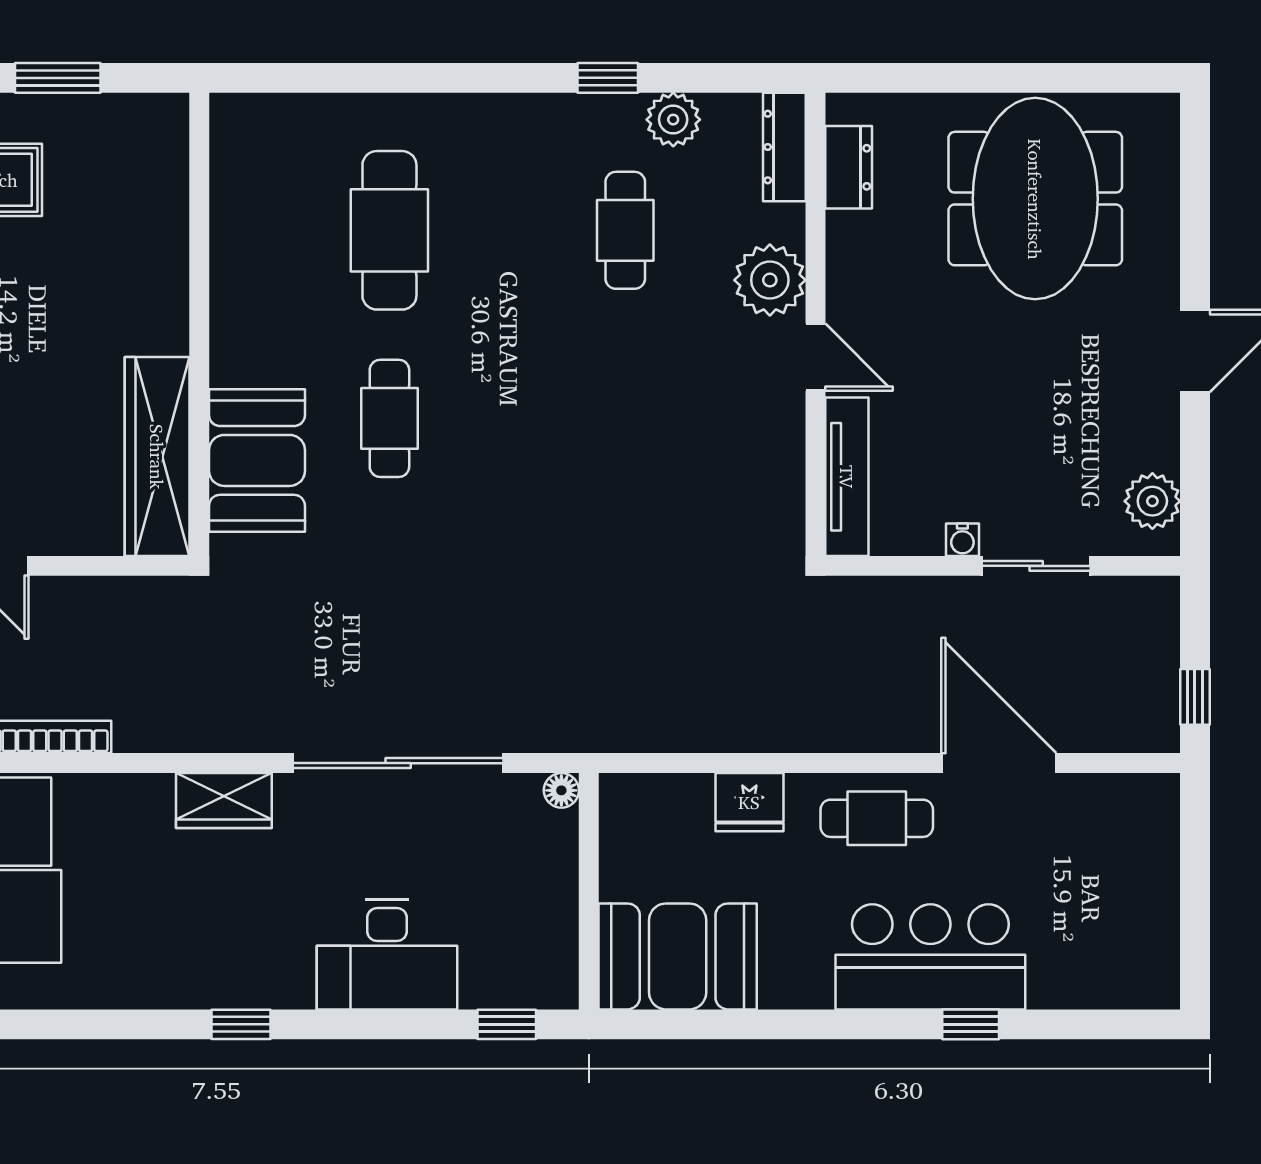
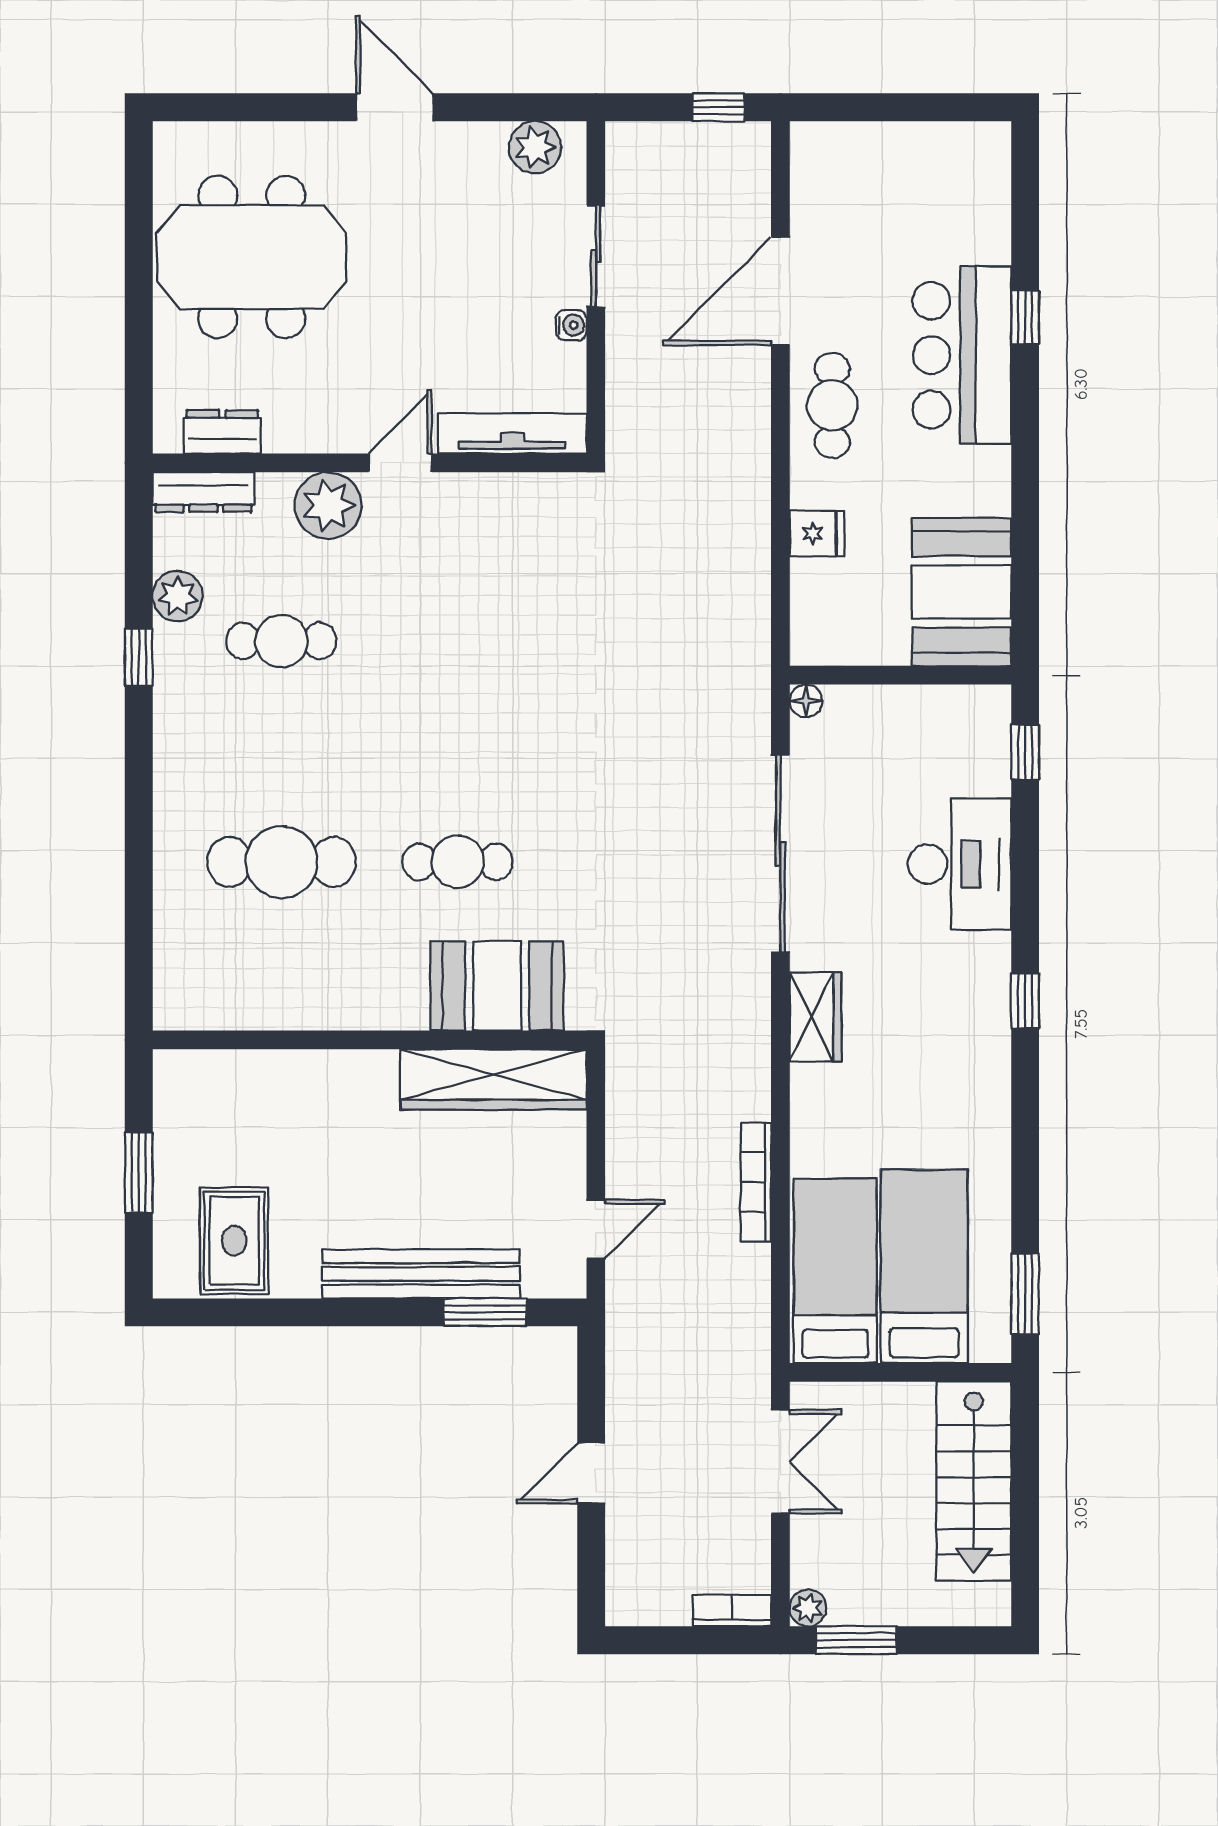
fridge: (749, 802) -> (817, 533), width x0.72

